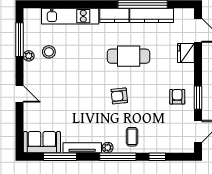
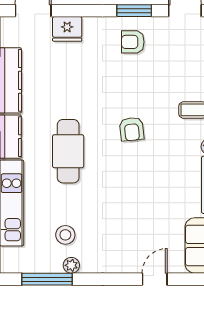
cafe table: (129, 56) -> (68, 151), moved
door: (20, 94) -> (155, 279), moved

